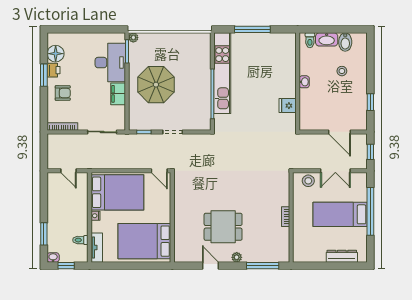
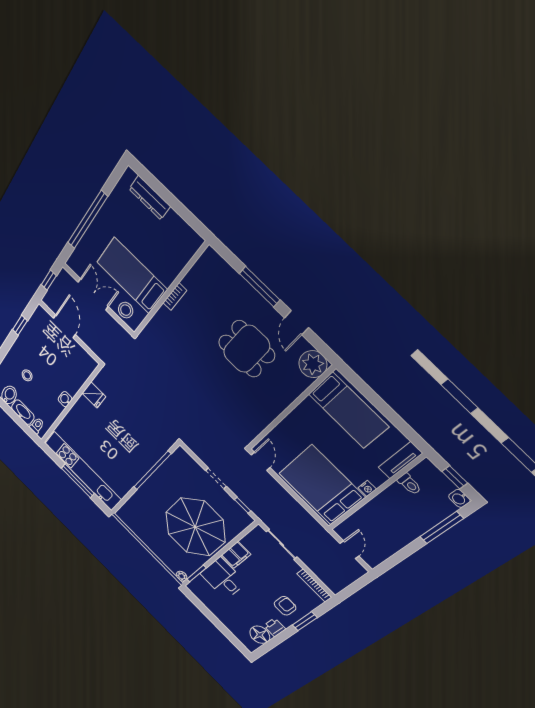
desk: (110, 63) -> (223, 578), width x0.73
kitchen unit: (222, 73) -> (83, 471), moved, turned 90
window: (44, 75) -> (305, 621), moved
parasol: (156, 85) -> (195, 527), width x1.36, depth x1.36
armchair: (63, 93) -> (285, 606), turned 90
bed: (340, 214) -> (132, 276), moved, turned 180
window: (44, 234) -> (442, 528), width x1.44
bed: (144, 241) -> (348, 410), width x0.67
plant: (237, 257) -> (313, 364), moved, width x1.88, depth x1.88
window: (263, 266) -> (260, 287), moved

